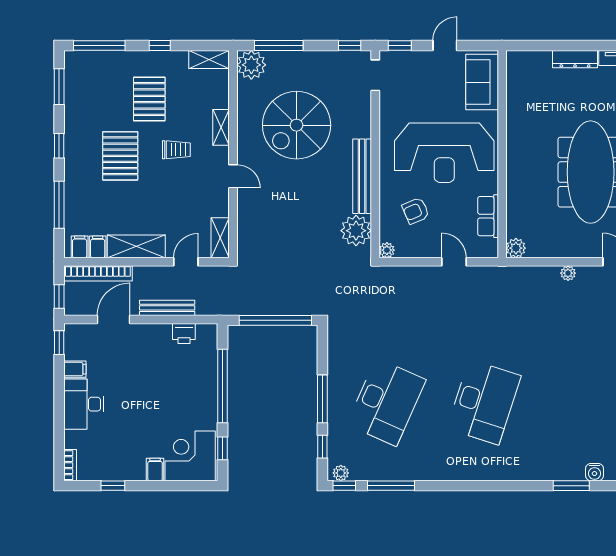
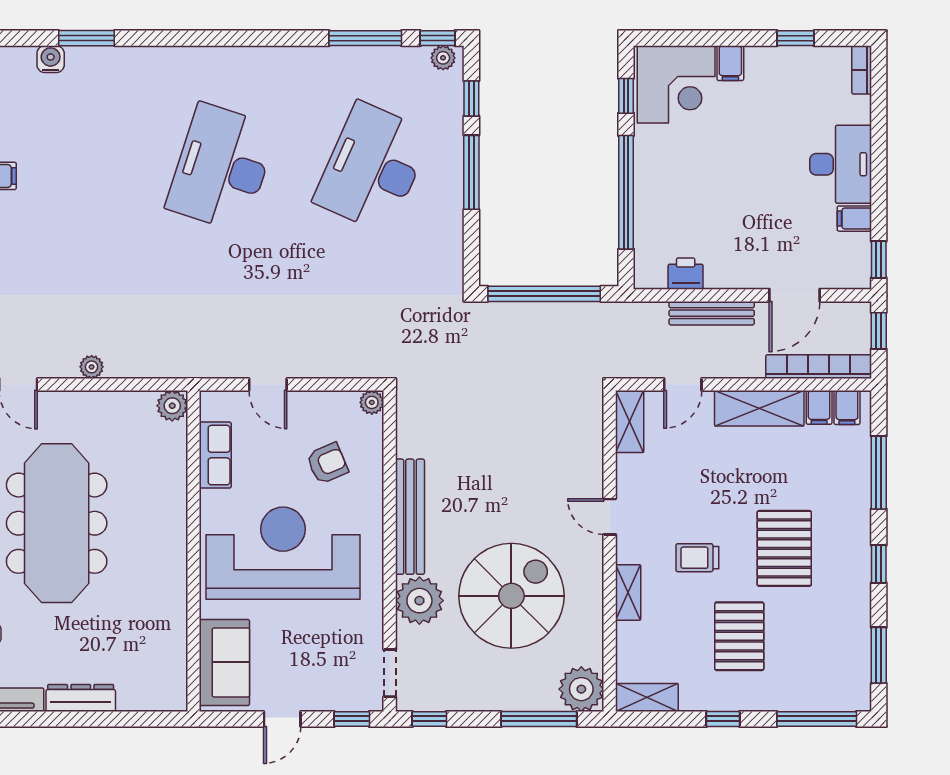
plant: (356, 231) -> (419, 601), moved

